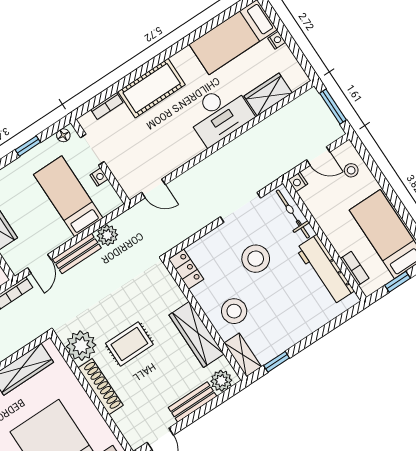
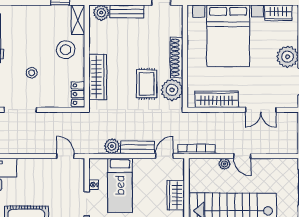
stool: (256, 259) -> (32, 73), width x0.53, depth x0.53
wardrobe: (196, 334) -> (98, 77), moved
rug: (129, 344) -> (147, 84), moved, turned 90

